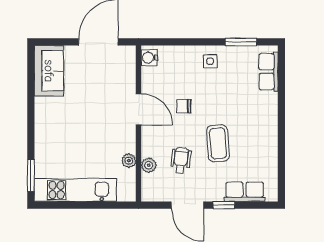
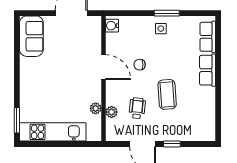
window: (241, 42) -> (167, 13), moved
row of seats: (245, 192) -> (208, 70), moved, turned -90

